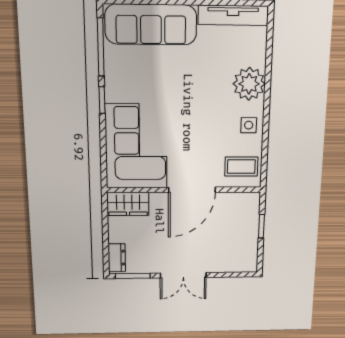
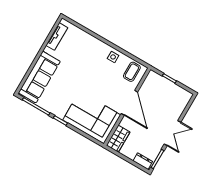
tv unit: (233, 15) -> (57, 36), width x0.71
plant: (249, 84) -> (93, 46), removed

